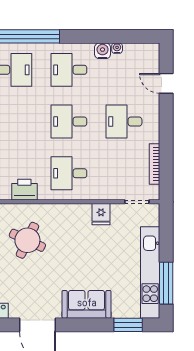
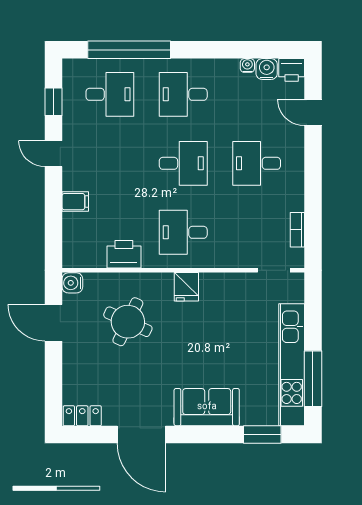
water cooler: (103, 51) -> (267, 69), moved
printer: (150, 52) -> (292, 70), added
desk: (69, 122) -> (183, 163), turned 180
bookcase: (154, 164) -> (297, 230), width x0.64
fridge: (101, 214) -> (186, 287), moved

